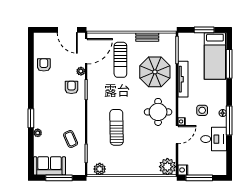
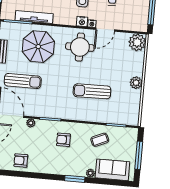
tv unit: (183, 79) -> (34, 17), moved
armchair: (71, 87) -> (63, 140), moved
door: (177, 135) -> (105, 30), swing flipped
sofa: (49, 166) -> (112, 170), moved, turned 90
plant: (100, 169) -> (136, 83), moved
nightstand: (183, 170) -> (82, 21), moved

